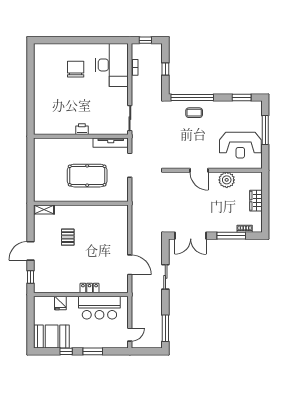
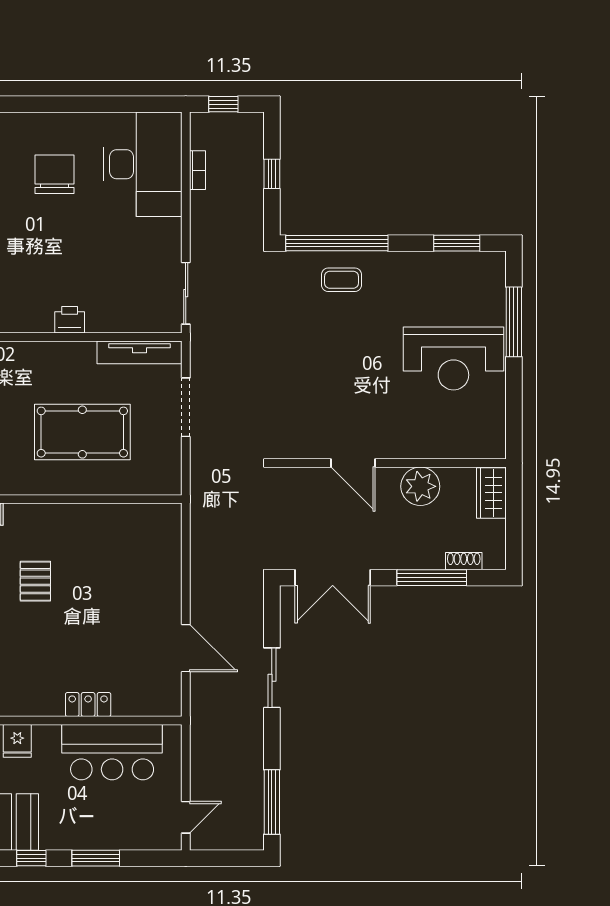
door: (199, 170) -> (353, 463), moved
wall: (214, 170) -> (389, 463), moved
plant: (227, 180) -> (420, 486), moved

